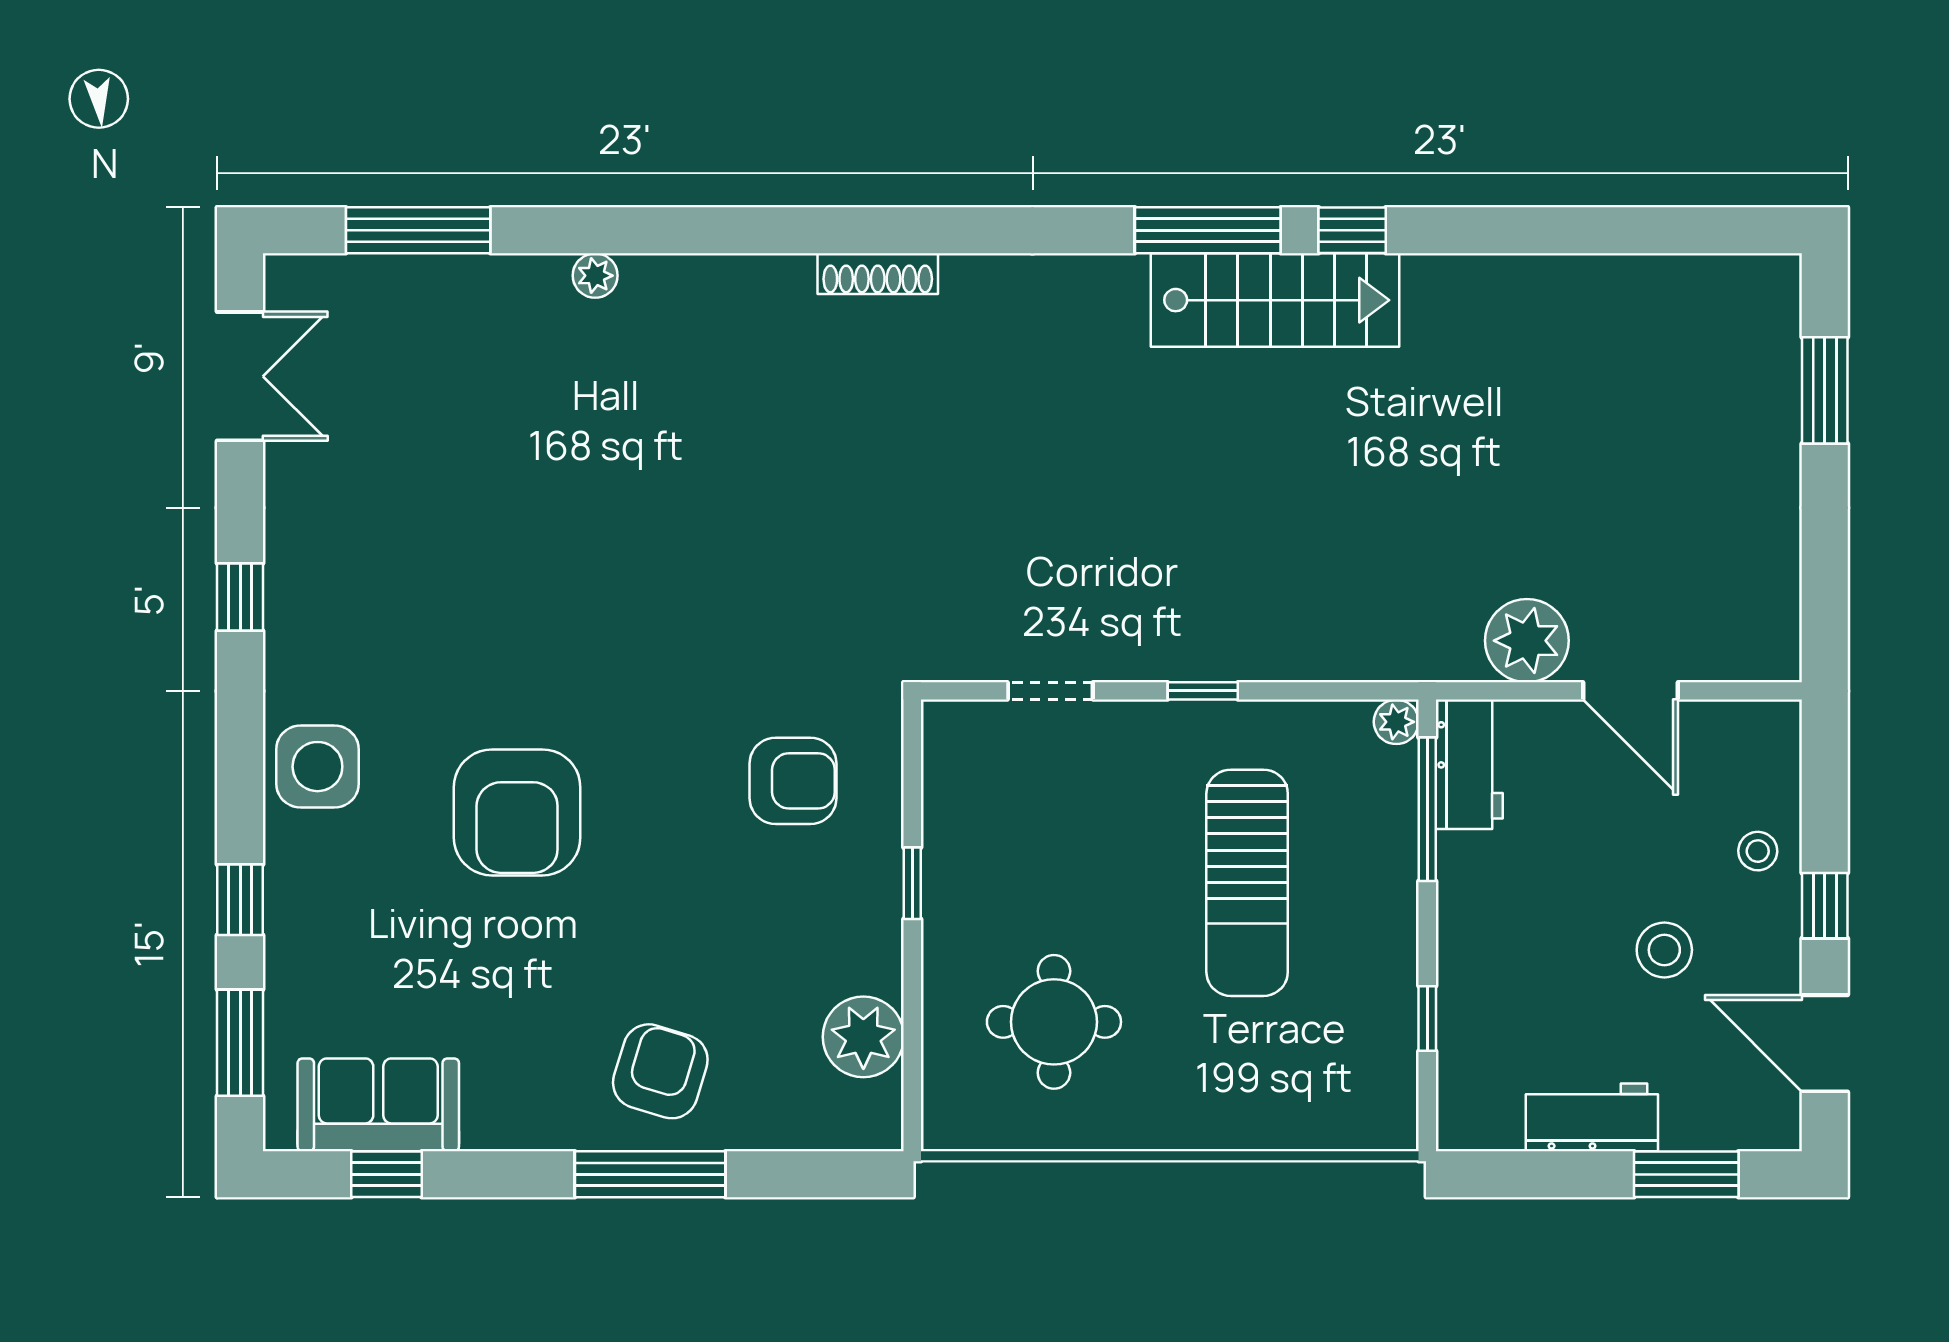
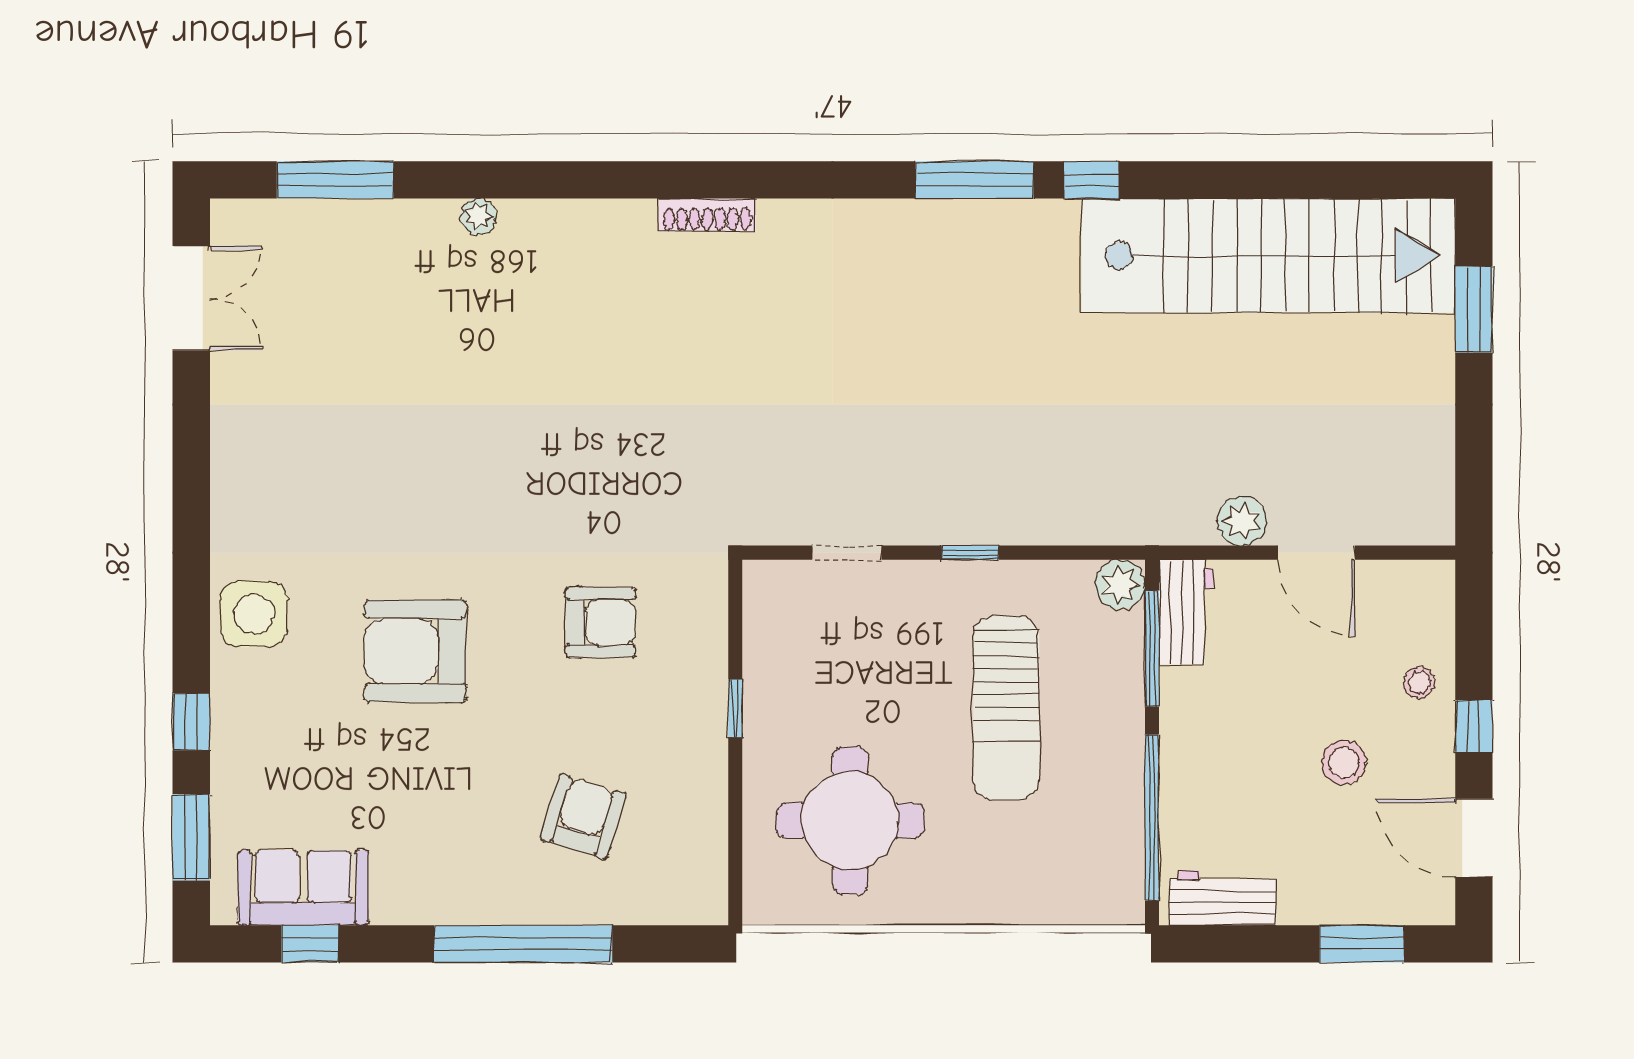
stairs: (1275, 300) -> (1268, 256), moved, width x1.86, depth x1.51
window: (240, 597) -> (191, 477), removed
plant: (1527, 641) -> (1242, 521), width x0.73, depth x0.73
plant: (1396, 722) -> (1120, 584), width x1.38, depth x1.38
armchair: (793, 781) -> (601, 623), moved
armchair: (517, 812) -> (415, 651), turned 90
window: (1427, 1018) -> (1152, 818), width x3.17
round table: (1054, 1022) -> (850, 821), width x1.36, depth x1.36
plant: (863, 1037) -> (696, 833), removed
armchair: (660, 1071) -> (583, 817), moved
workbench: (1592, 1117) -> (1223, 898), moved
window: (650, 1174) -> (523, 944), width x1.46

